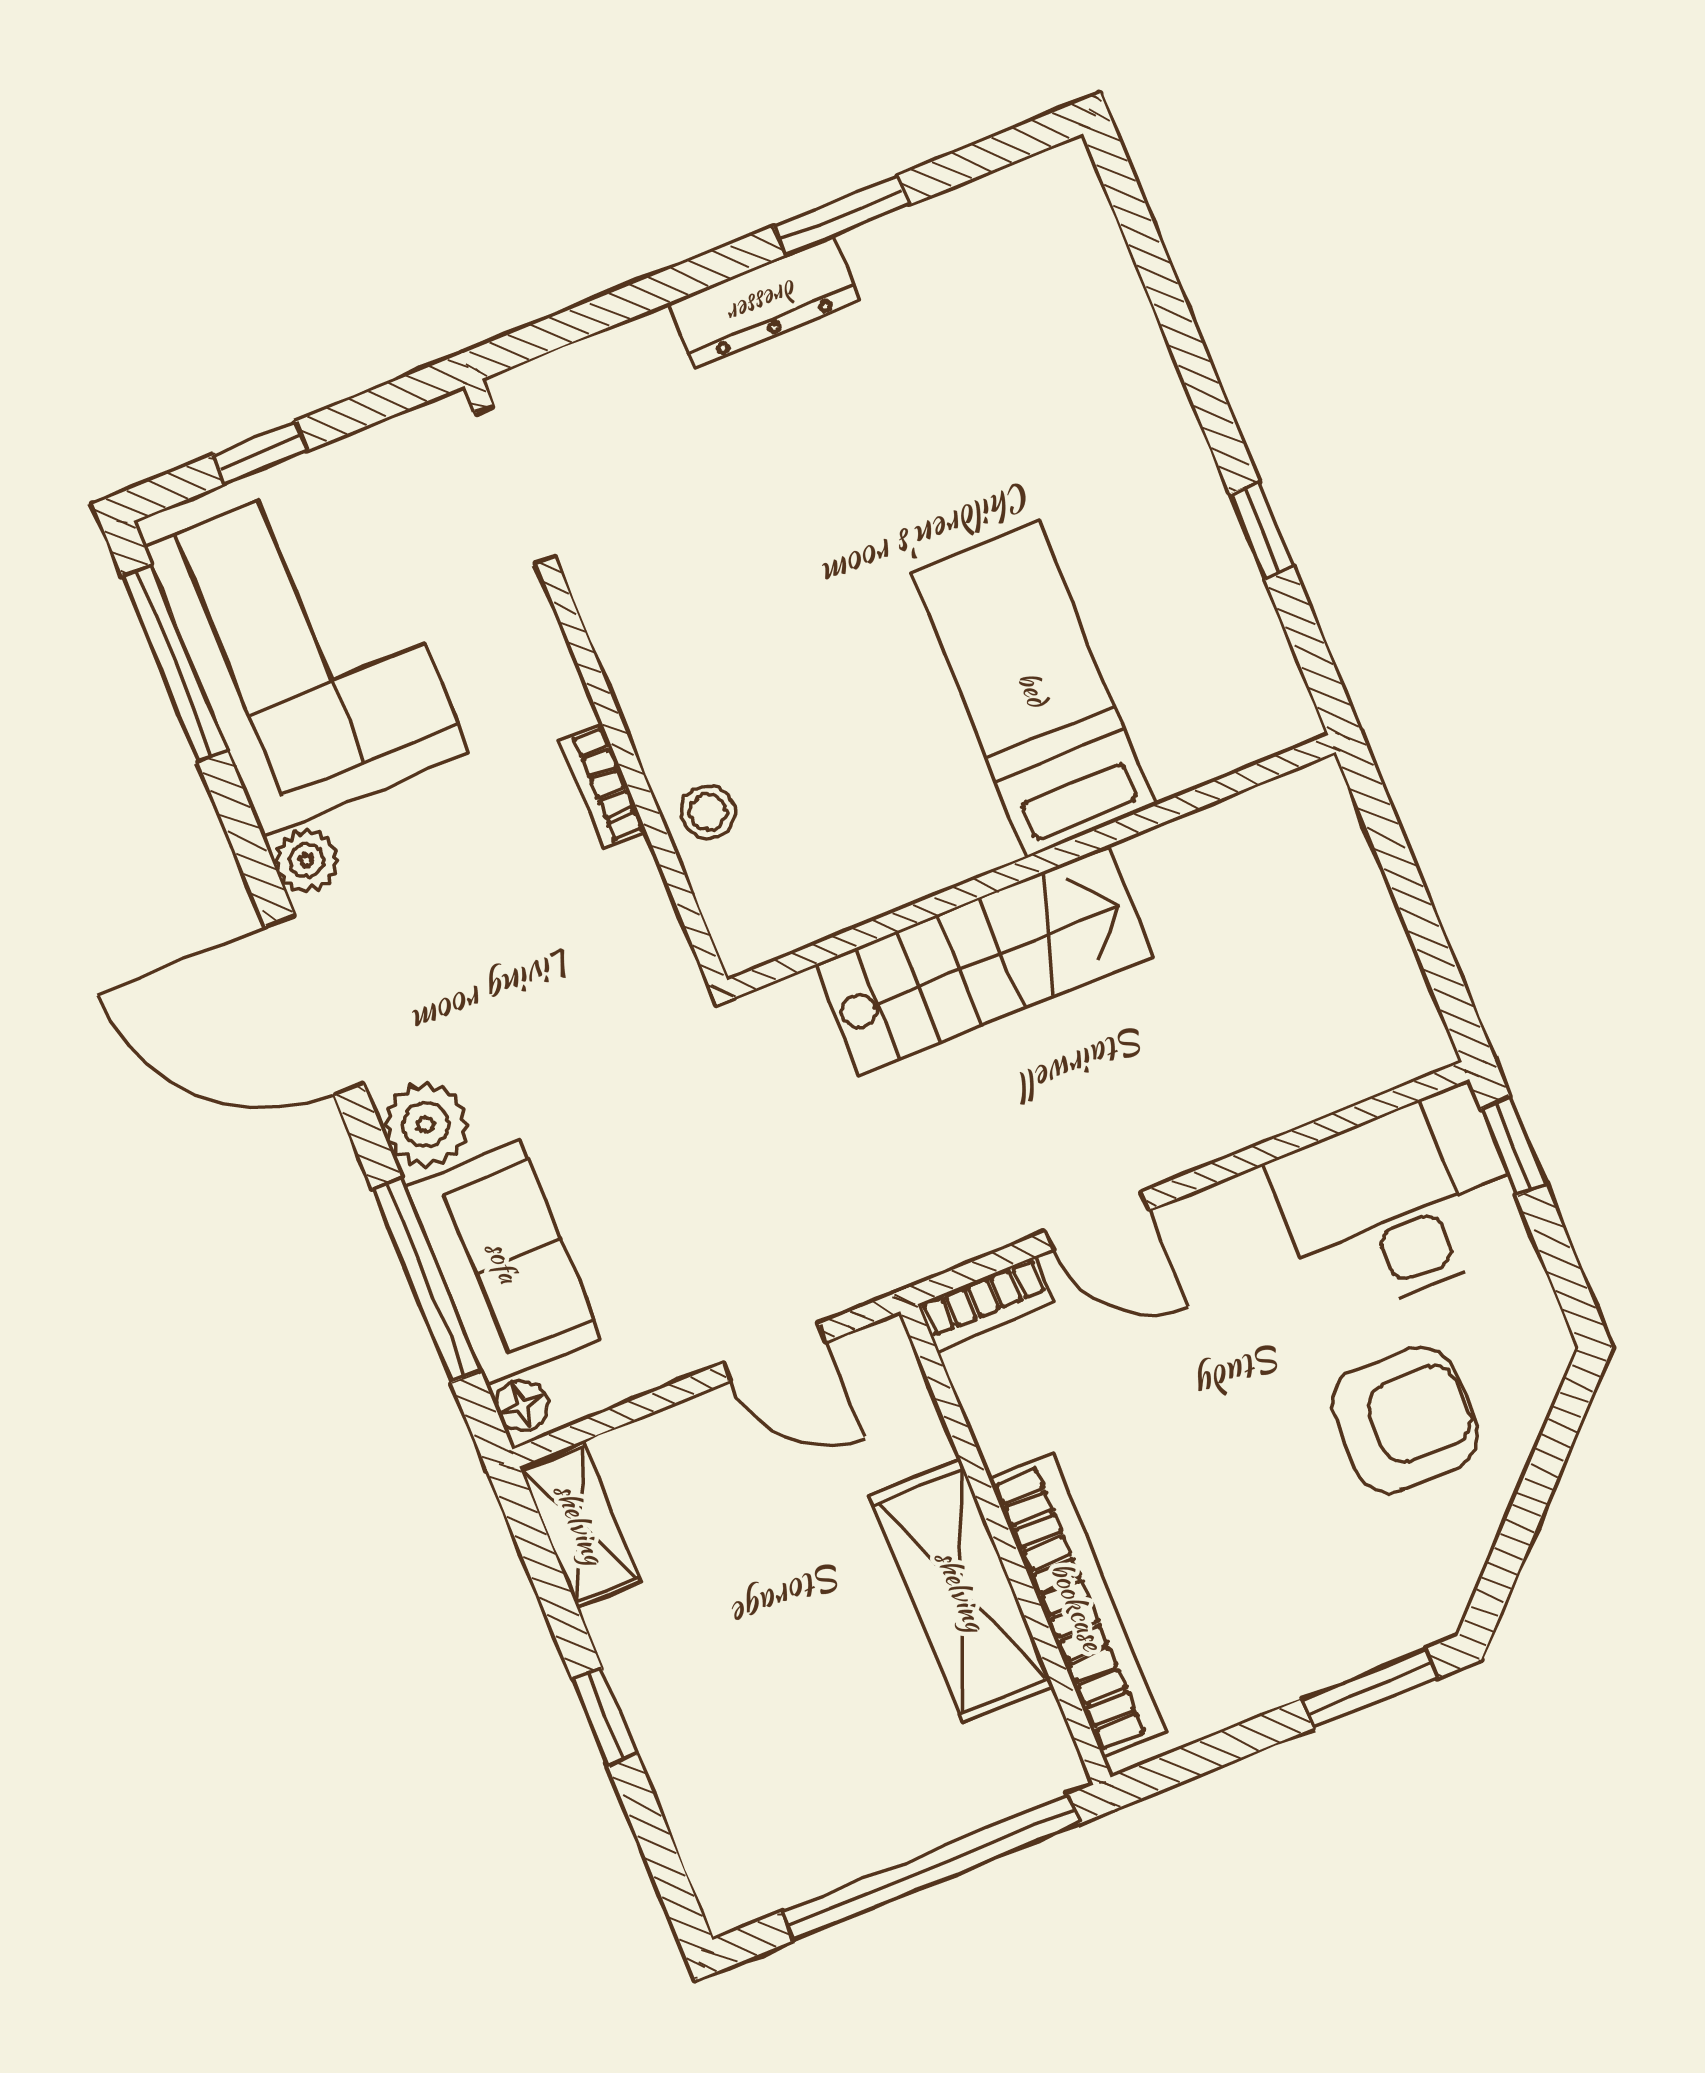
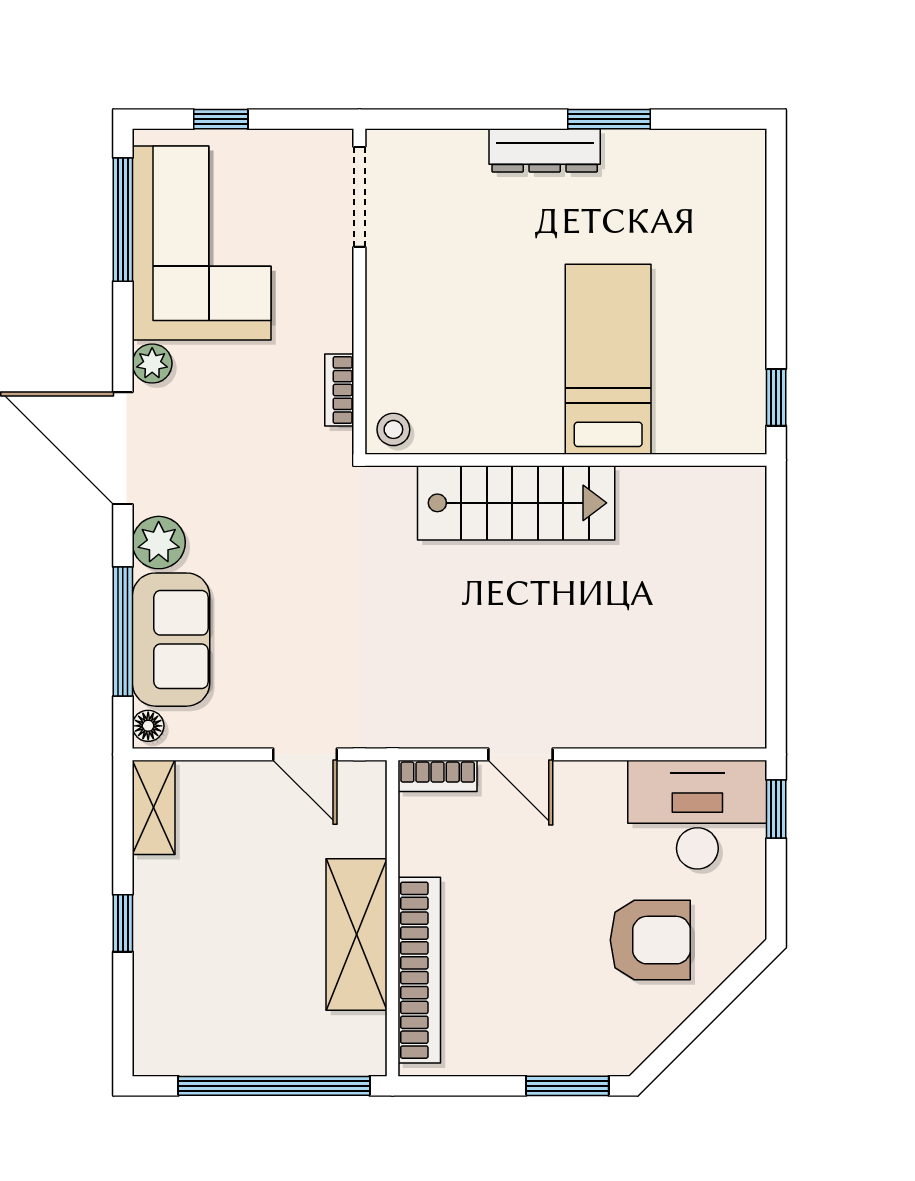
bed: (1033, 689) -> (608, 359), moved
wall: (1031, 866) -> (566, 460), moved
stairs: (983, 961) -> (516, 503), moved

